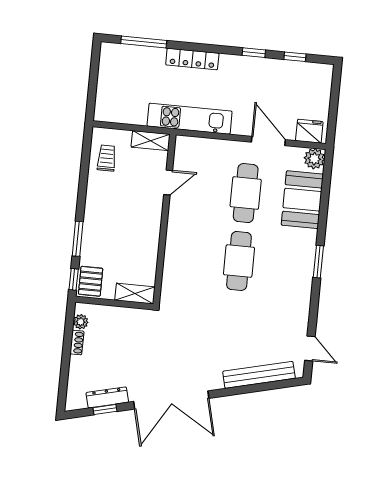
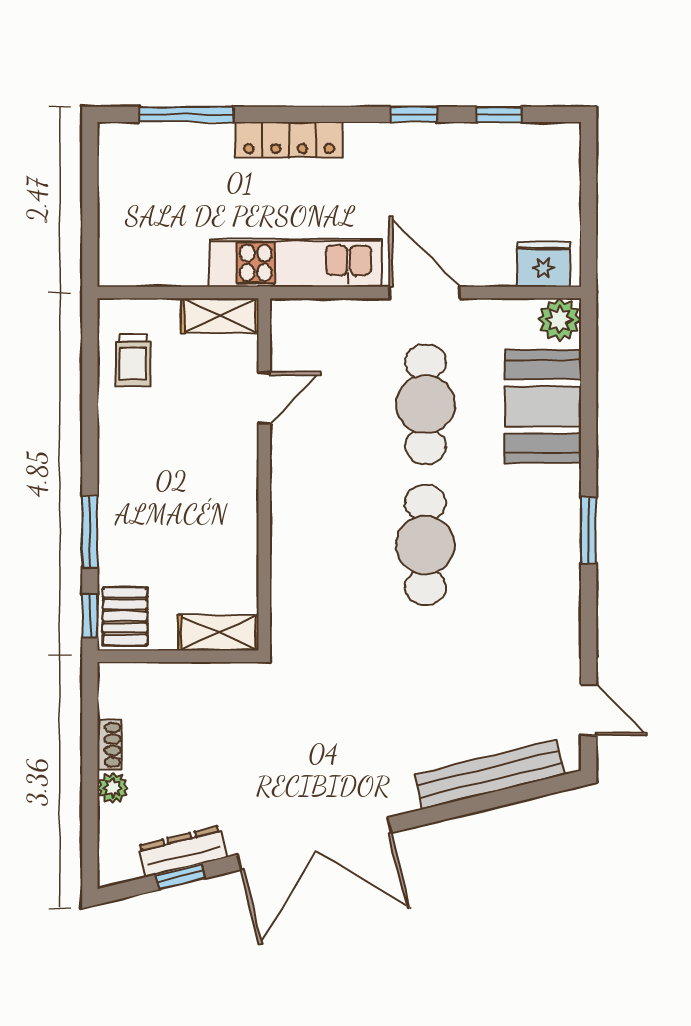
door: (268, 141) -> (425, 293), moved
trolley: (107, 158) -> (133, 360), turned 180
plant: (81, 322) -> (113, 788), moved

